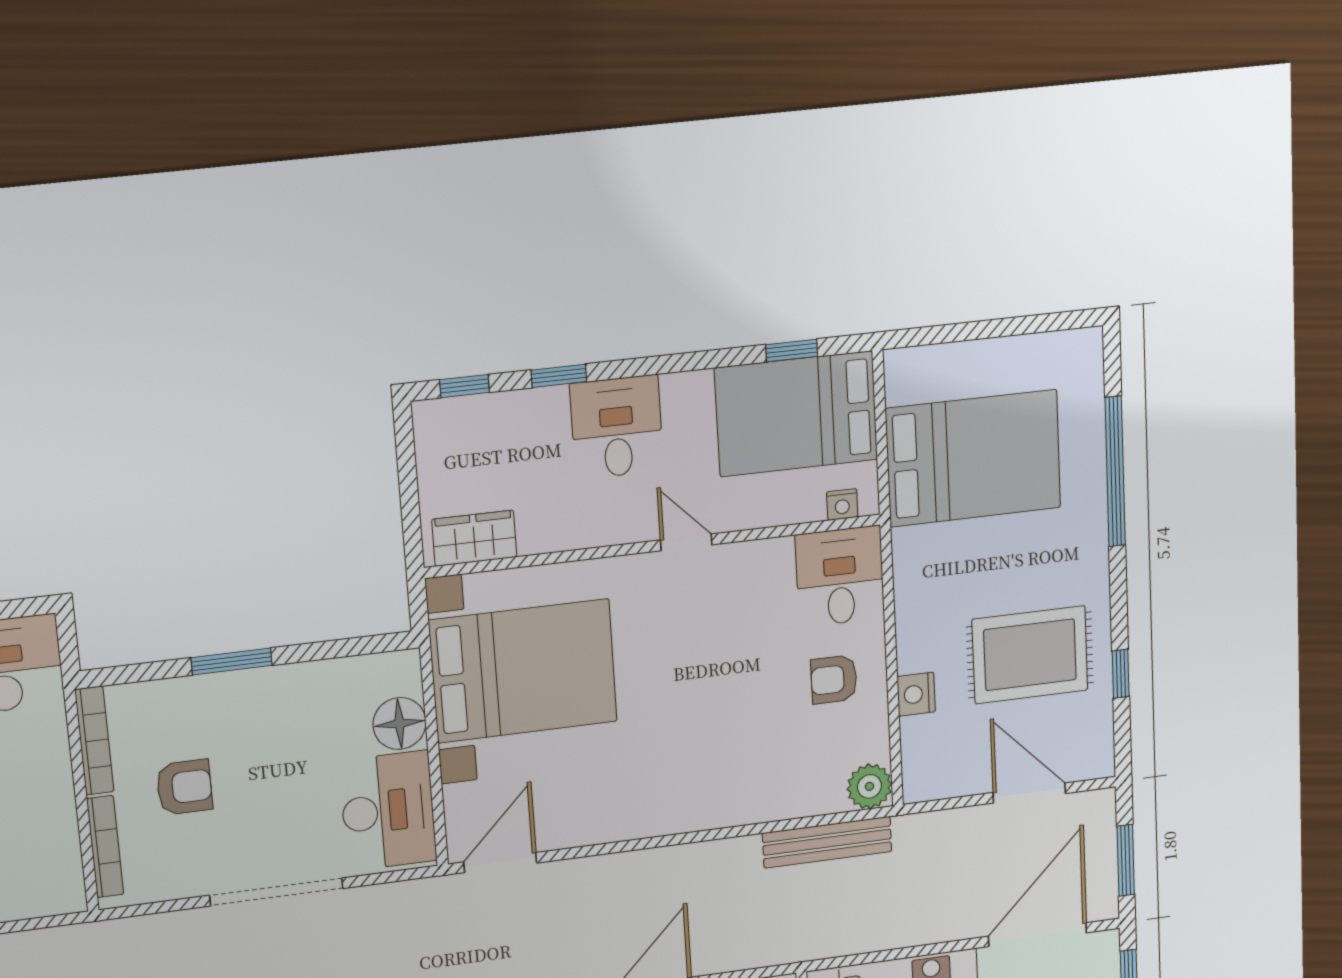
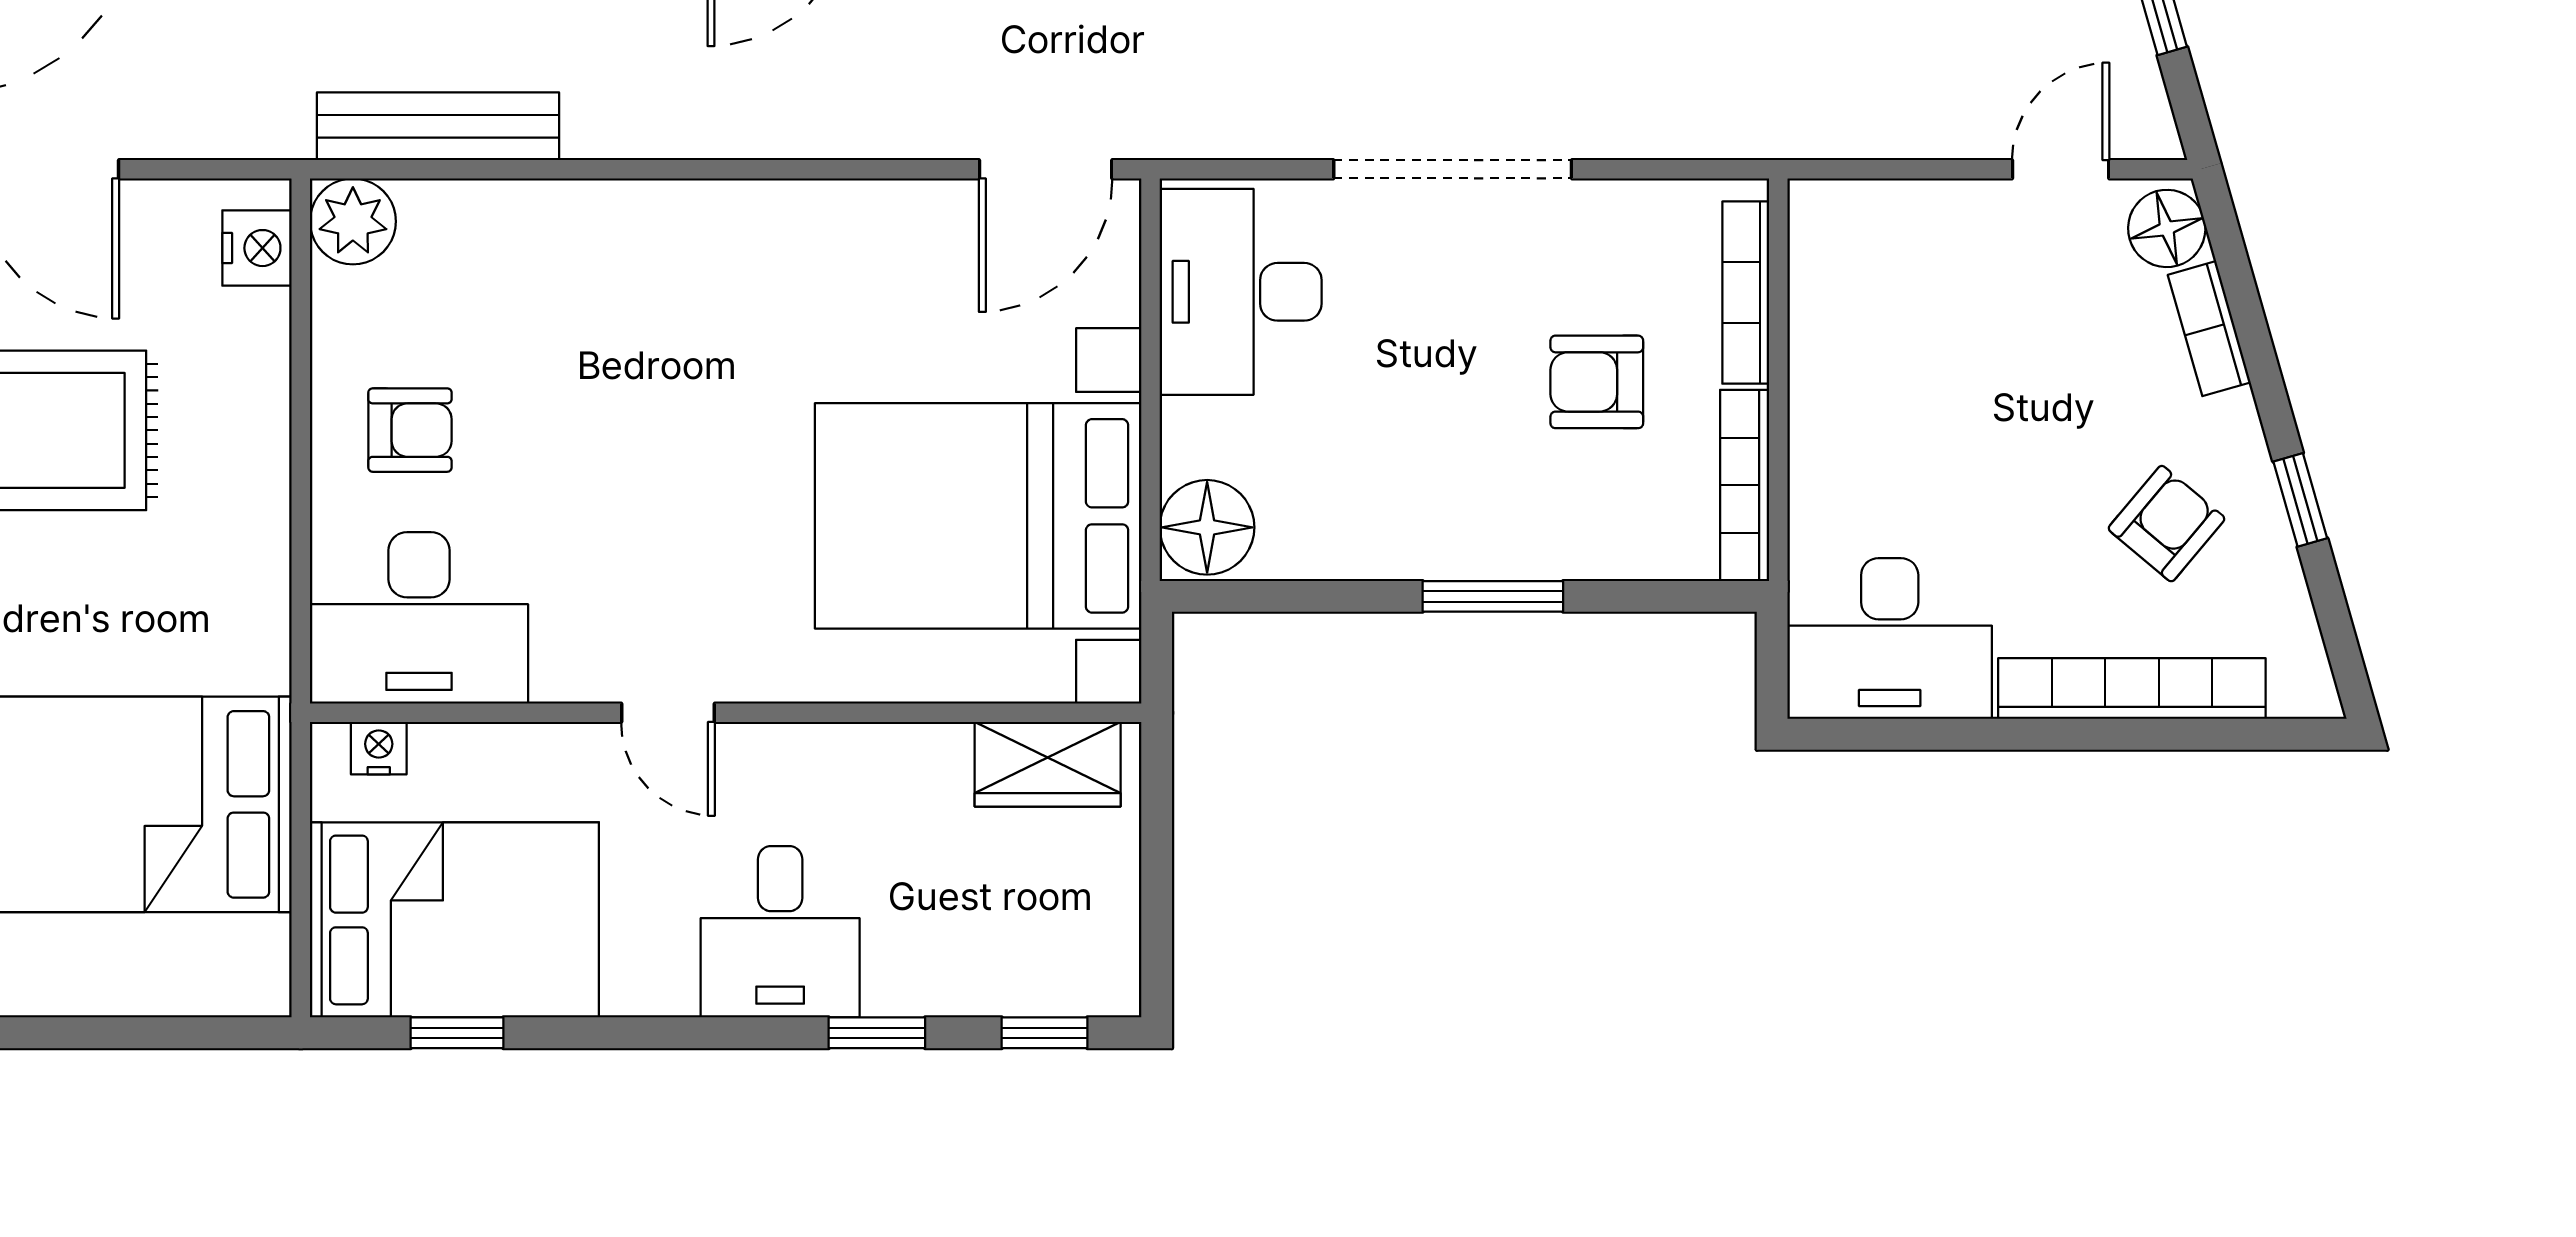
desk: (840, 576) -> (419, 618), width x1.37
nightstand: (916, 694) -> (257, 248), moved
floor lamp: (399, 723) -> (1207, 527), moved

